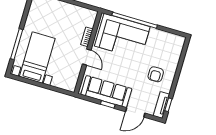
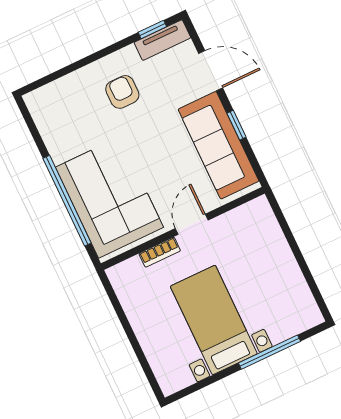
bed with nightstands: (37, 58) -> (214, 320), moved, turned 90
armchair: (156, 74) -> (122, 92), turned -90

